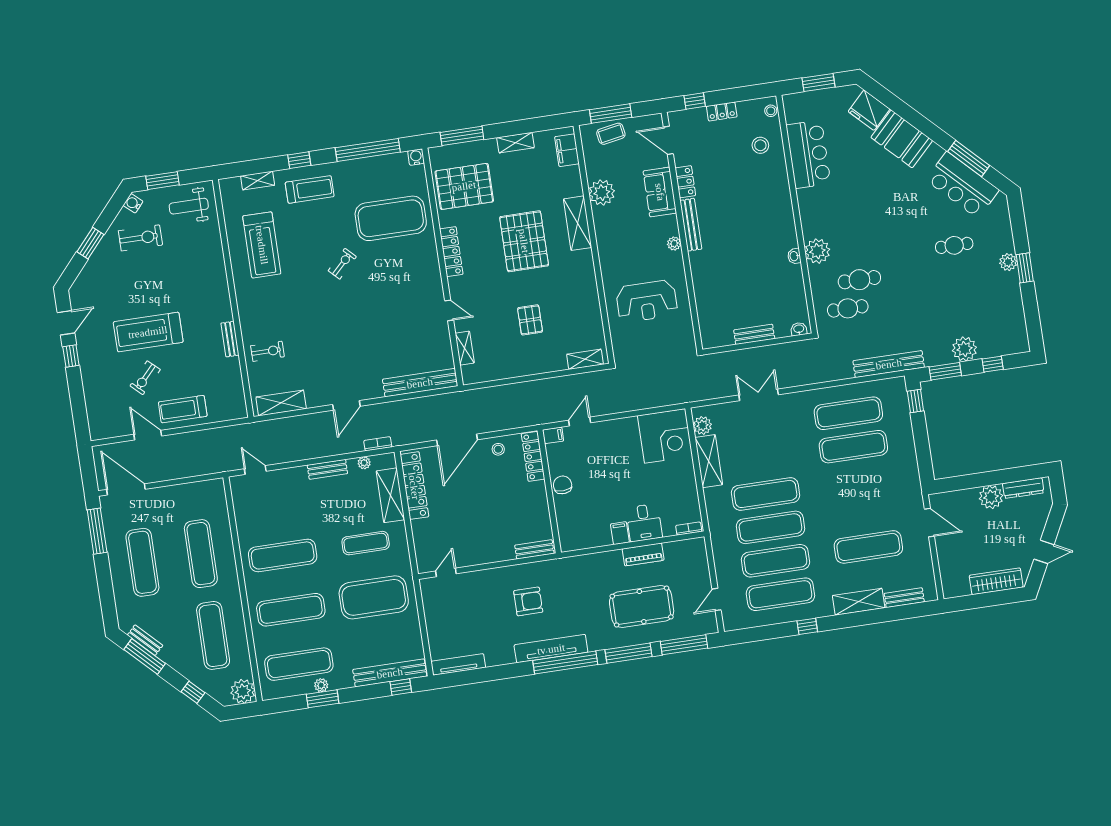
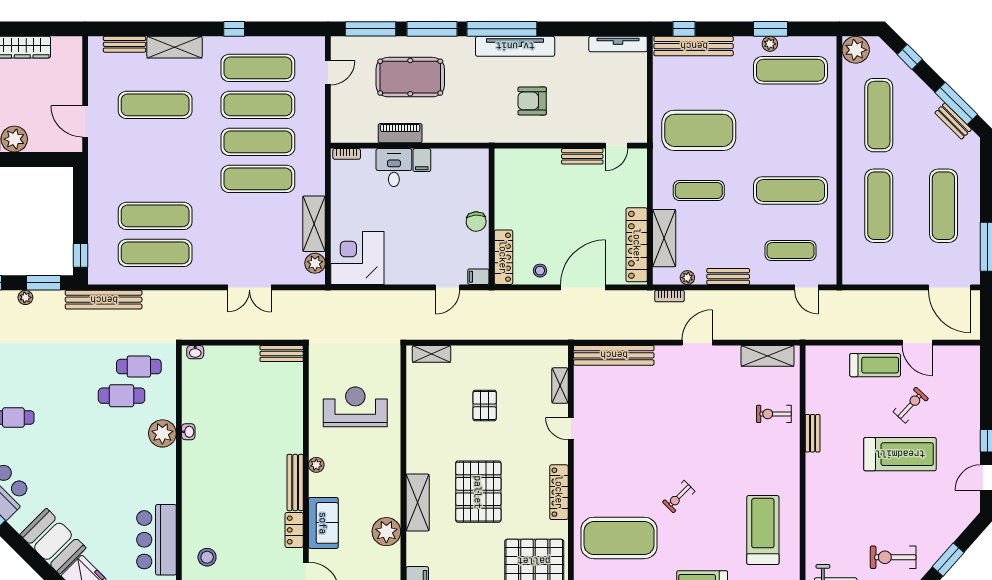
bench: (754, 334) -> (282, 354), moved
plant: (964, 349) -> (25, 297), width x0.53, depth x0.53
bench: (534, 549) -> (582, 156), moved
exercise mat: (291, 610) -> (791, 251), moved, width x0.73, depth x0.69

